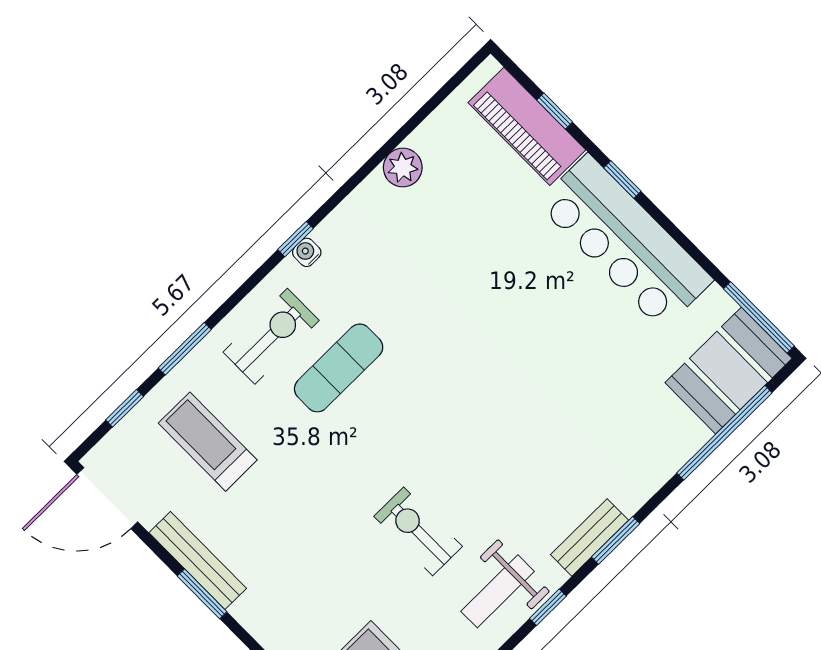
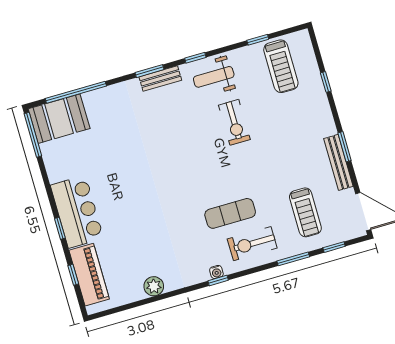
bar counter: (625, 242) -> (77, 212), width x0.73
weight bench: (498, 591) -> (214, 77), turned 180

